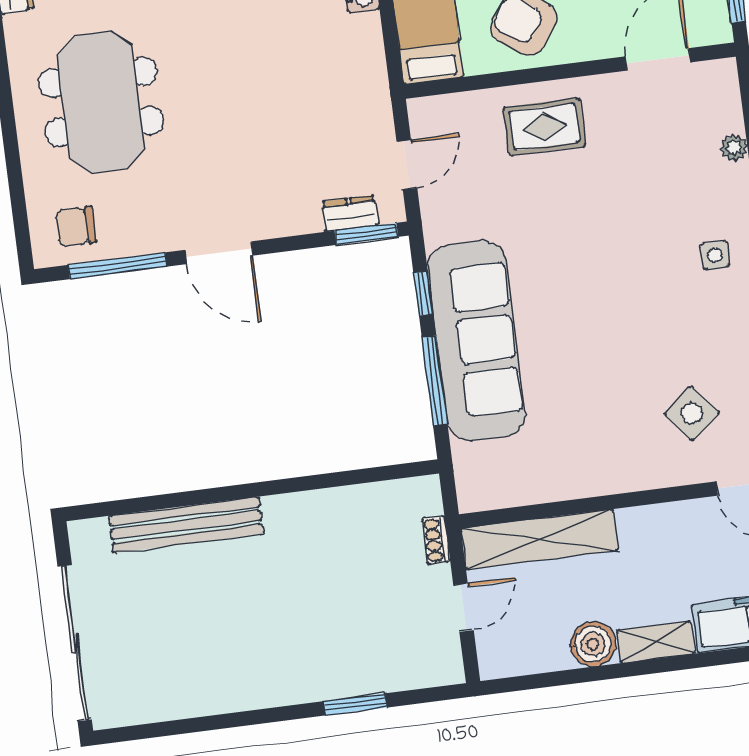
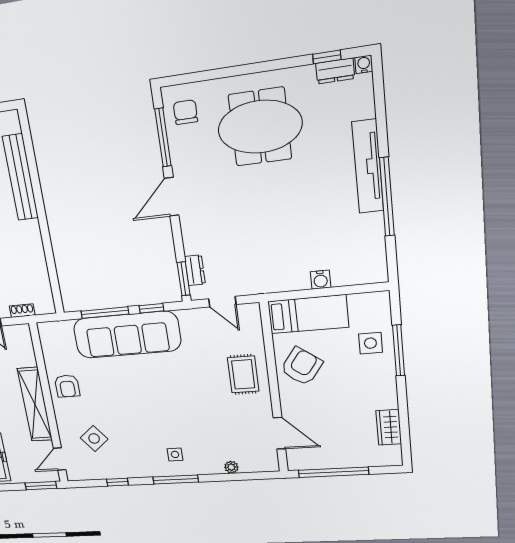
armchair: (585, 461) -> (67, 386), added
shelving: (539, 540) -> (35, 404), moved

